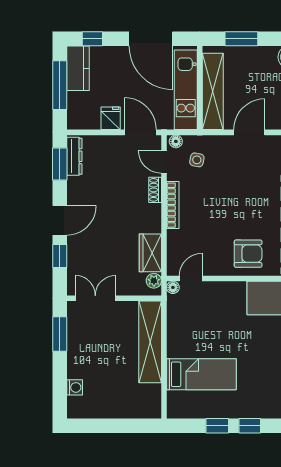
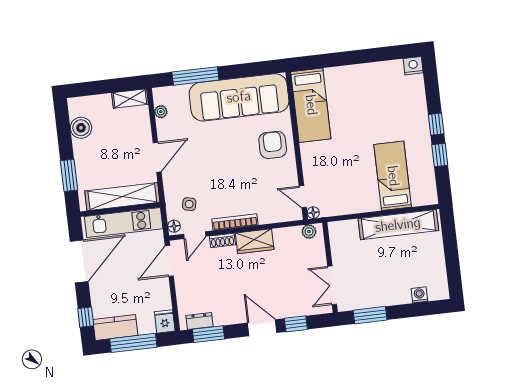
fridge: (111, 118) -> (165, 321), moved, turned 90
door: (249, 132) -> (157, 157), swing flipped
dresser: (74, 156) -> (199, 321), width x0.70
wardrobe: (150, 253) -> (255, 241), moved
shelving: (150, 342) -> (398, 225), moved

